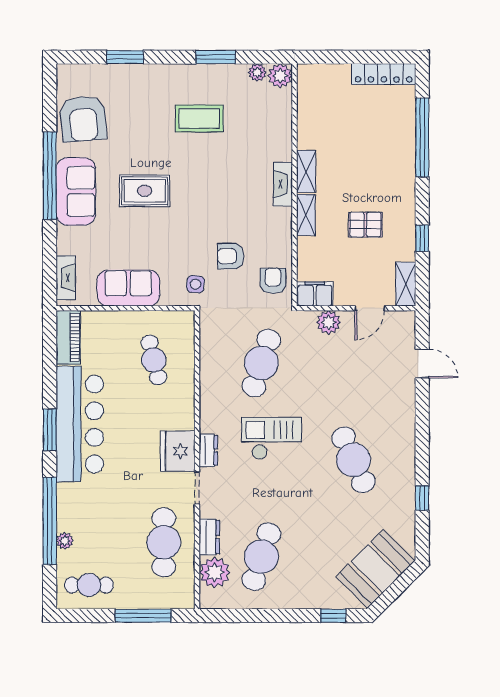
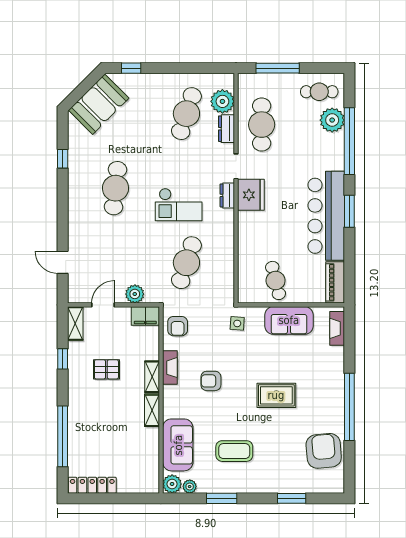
fireplace: (283, 184) -> (170, 368), moved
sofa: (76, 191) -> (178, 445), moved, turned 180
armchair: (231, 256) -> (211, 381), moved, turned 180
cafe table: (154, 360) -> (276, 280), moved
cafe table: (353, 460) -> (115, 188), turned 30
plant: (65, 541) -> (332, 120), width x1.87, depth x1.87

